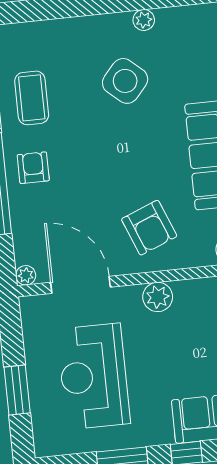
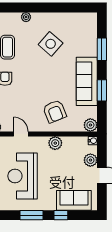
plant: (144, 20) -> (26, 17), moved
door: (81, 285) -> (21, 134), width x0.53

